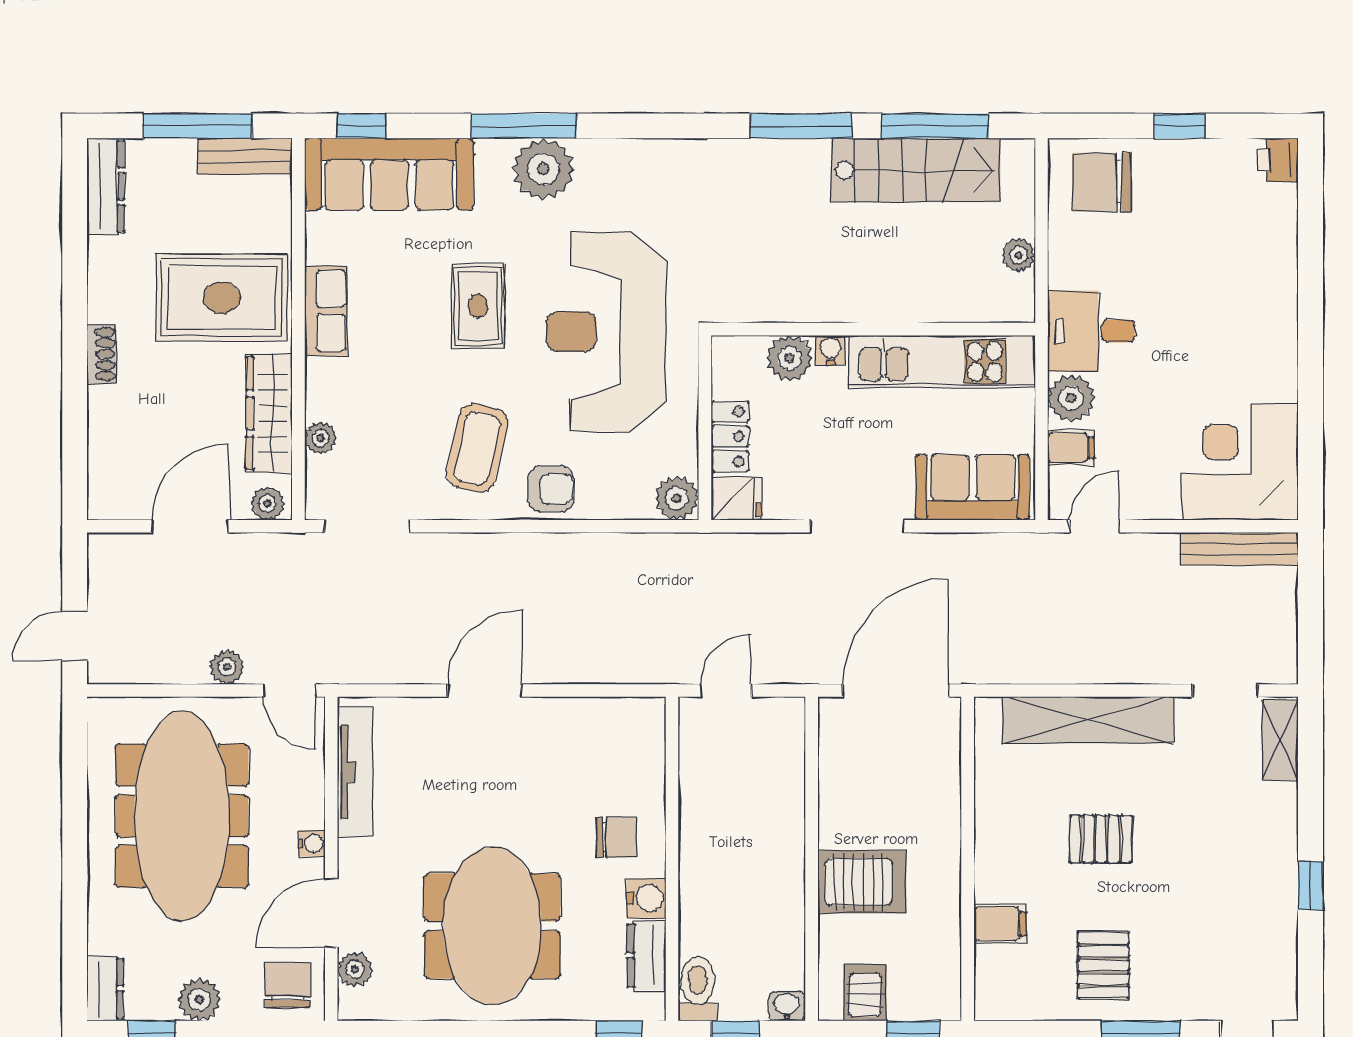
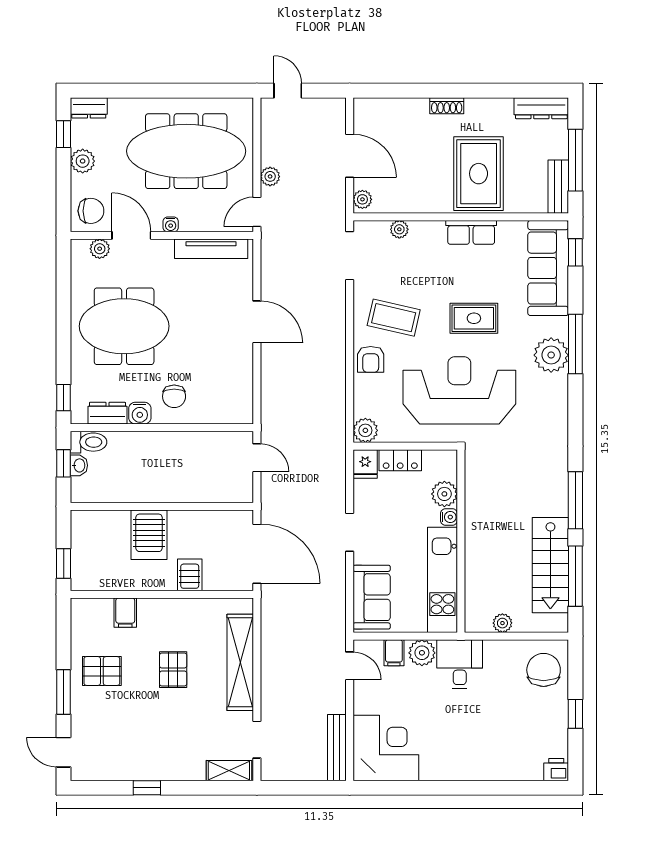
wardrobe: (269, 413) -> (413, 200), removed
doorway: (857, 526) -> (350, 532), width x0.73
server rack: (865, 993) -> (190, 575), moved, turned -90
washbasin: (787, 1006) -> (79, 465), moved

